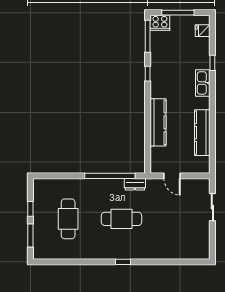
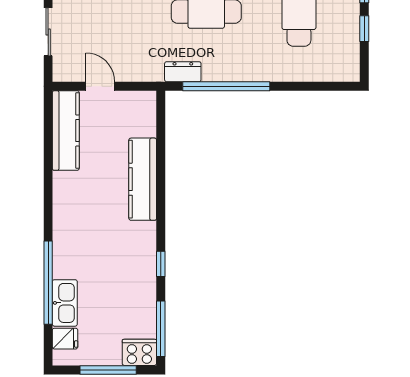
window: (212, 63) -> (48, 283), width x3.17
kitchen sink: (203, 83) -> (65, 303), moved
kitchen counter: (202, 133) -> (66, 131), moved
door: (172, 176) -> (100, 86), moved

